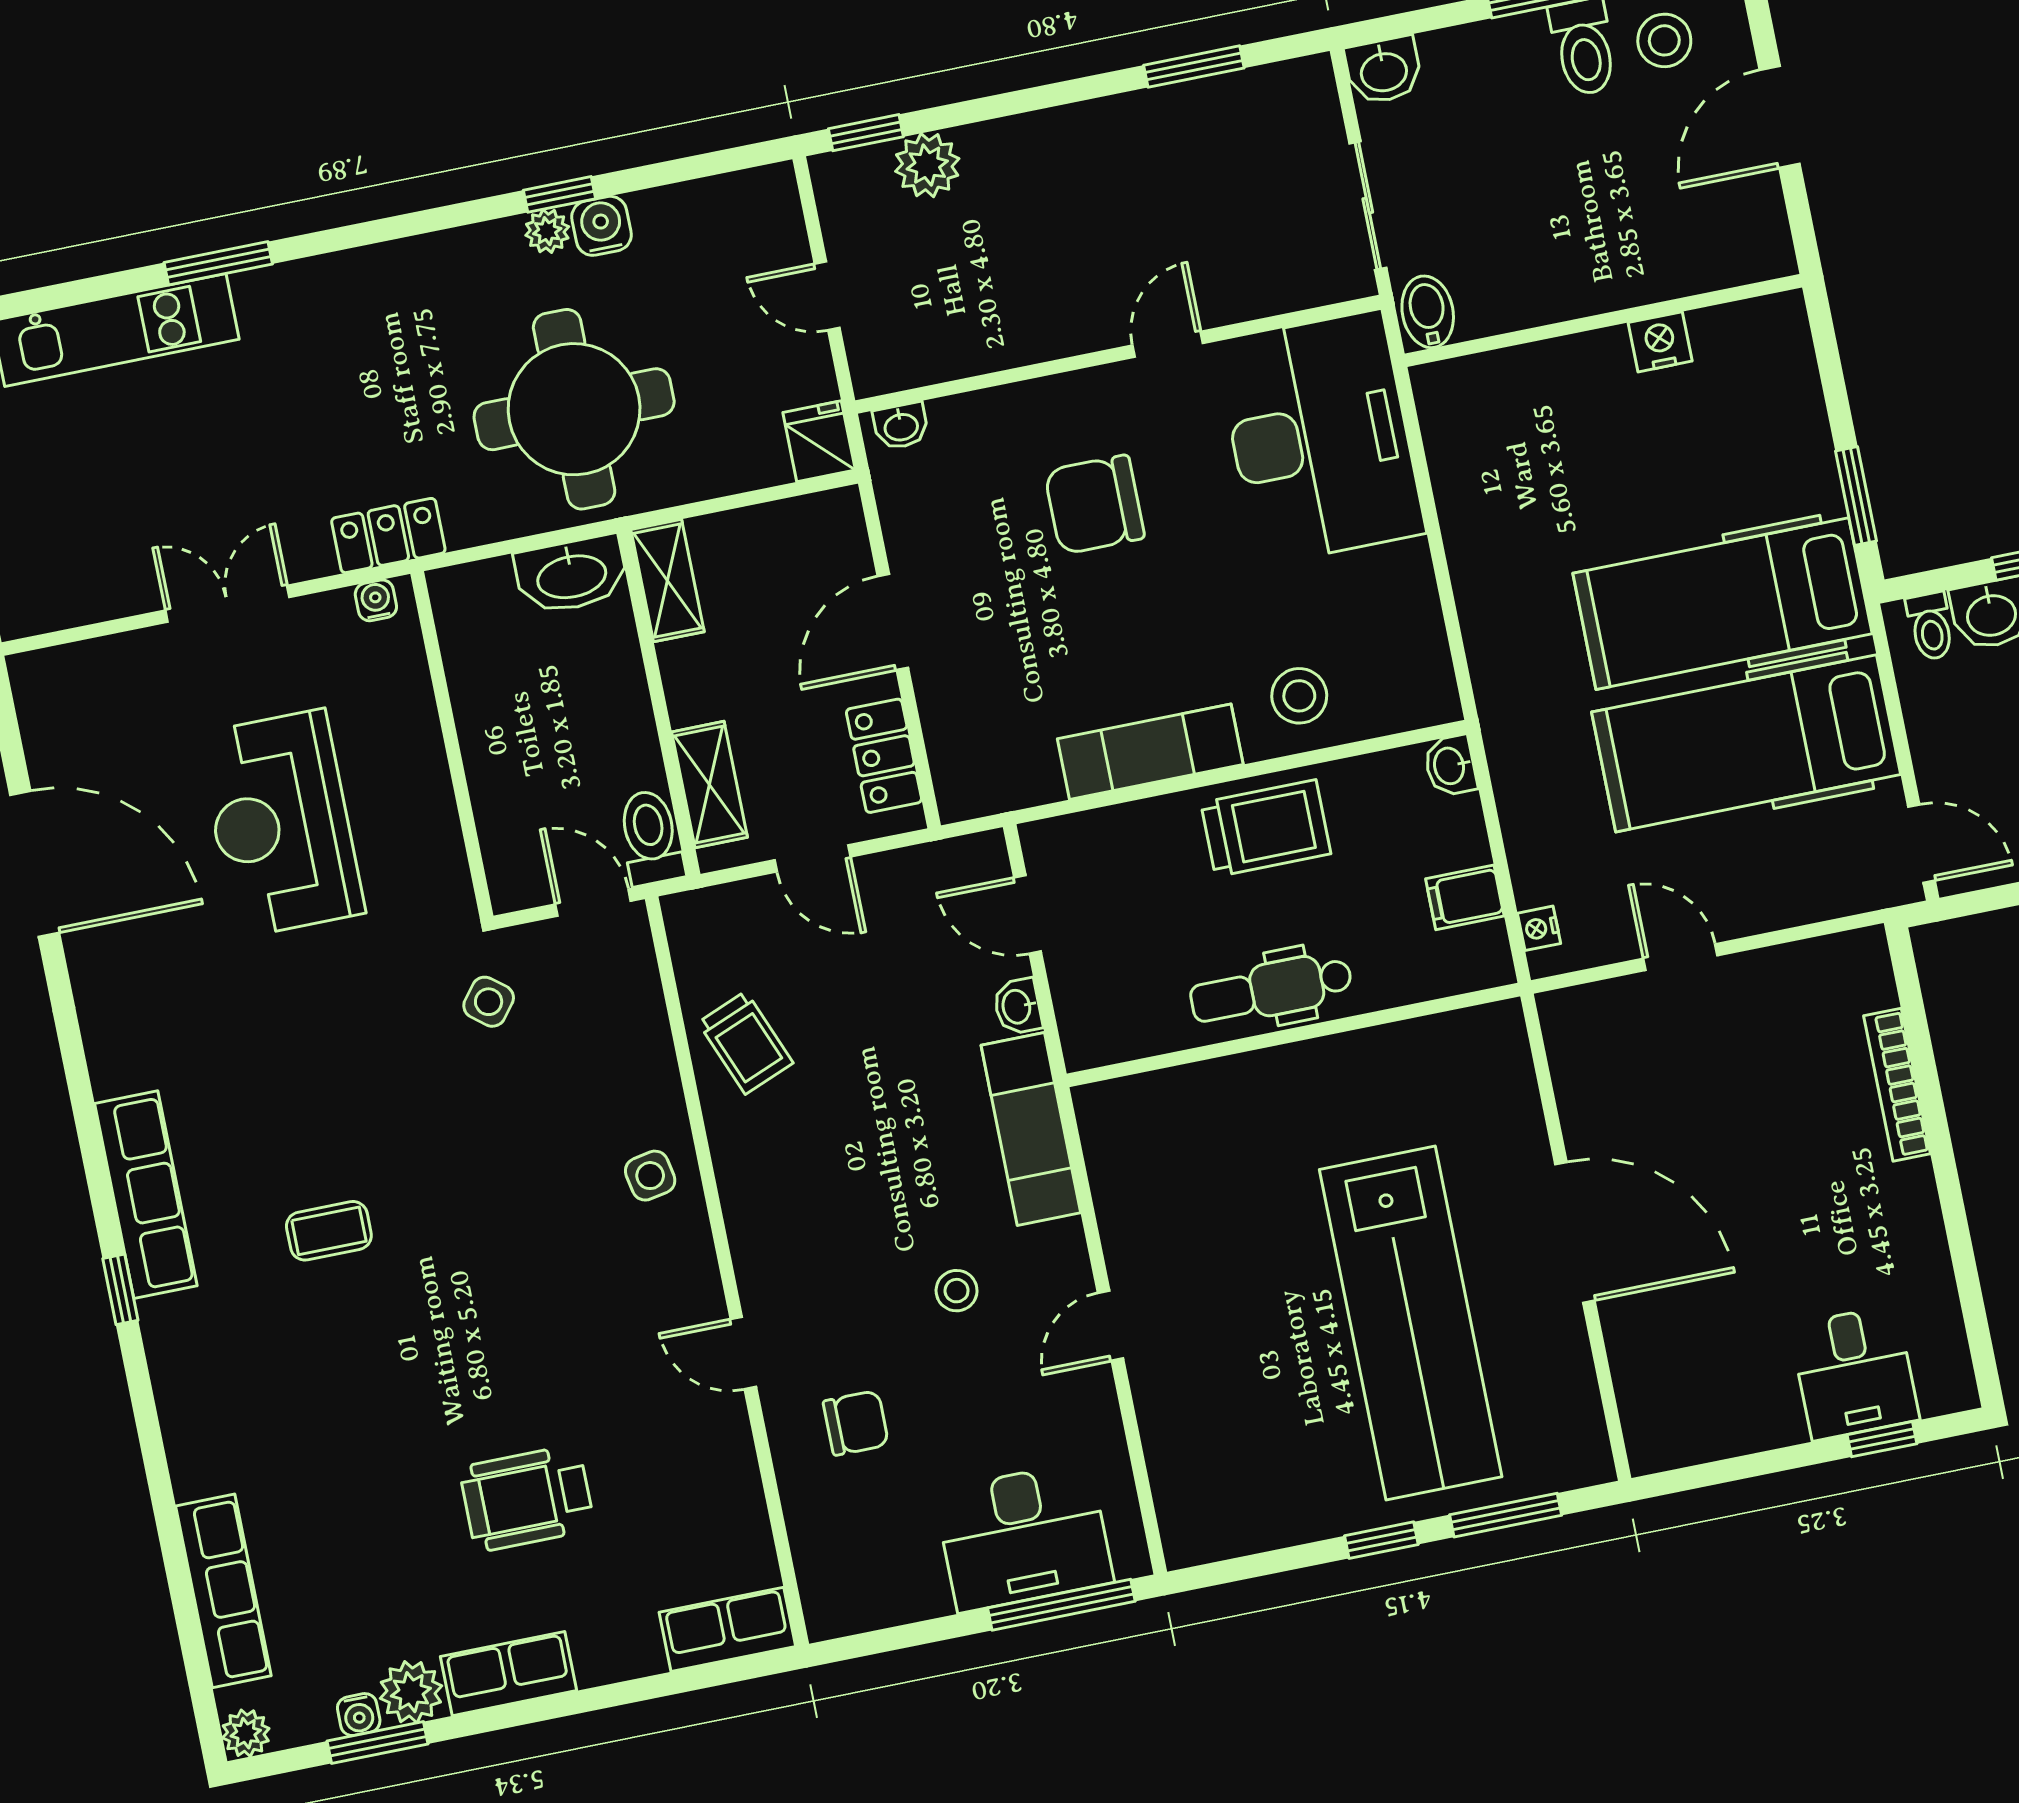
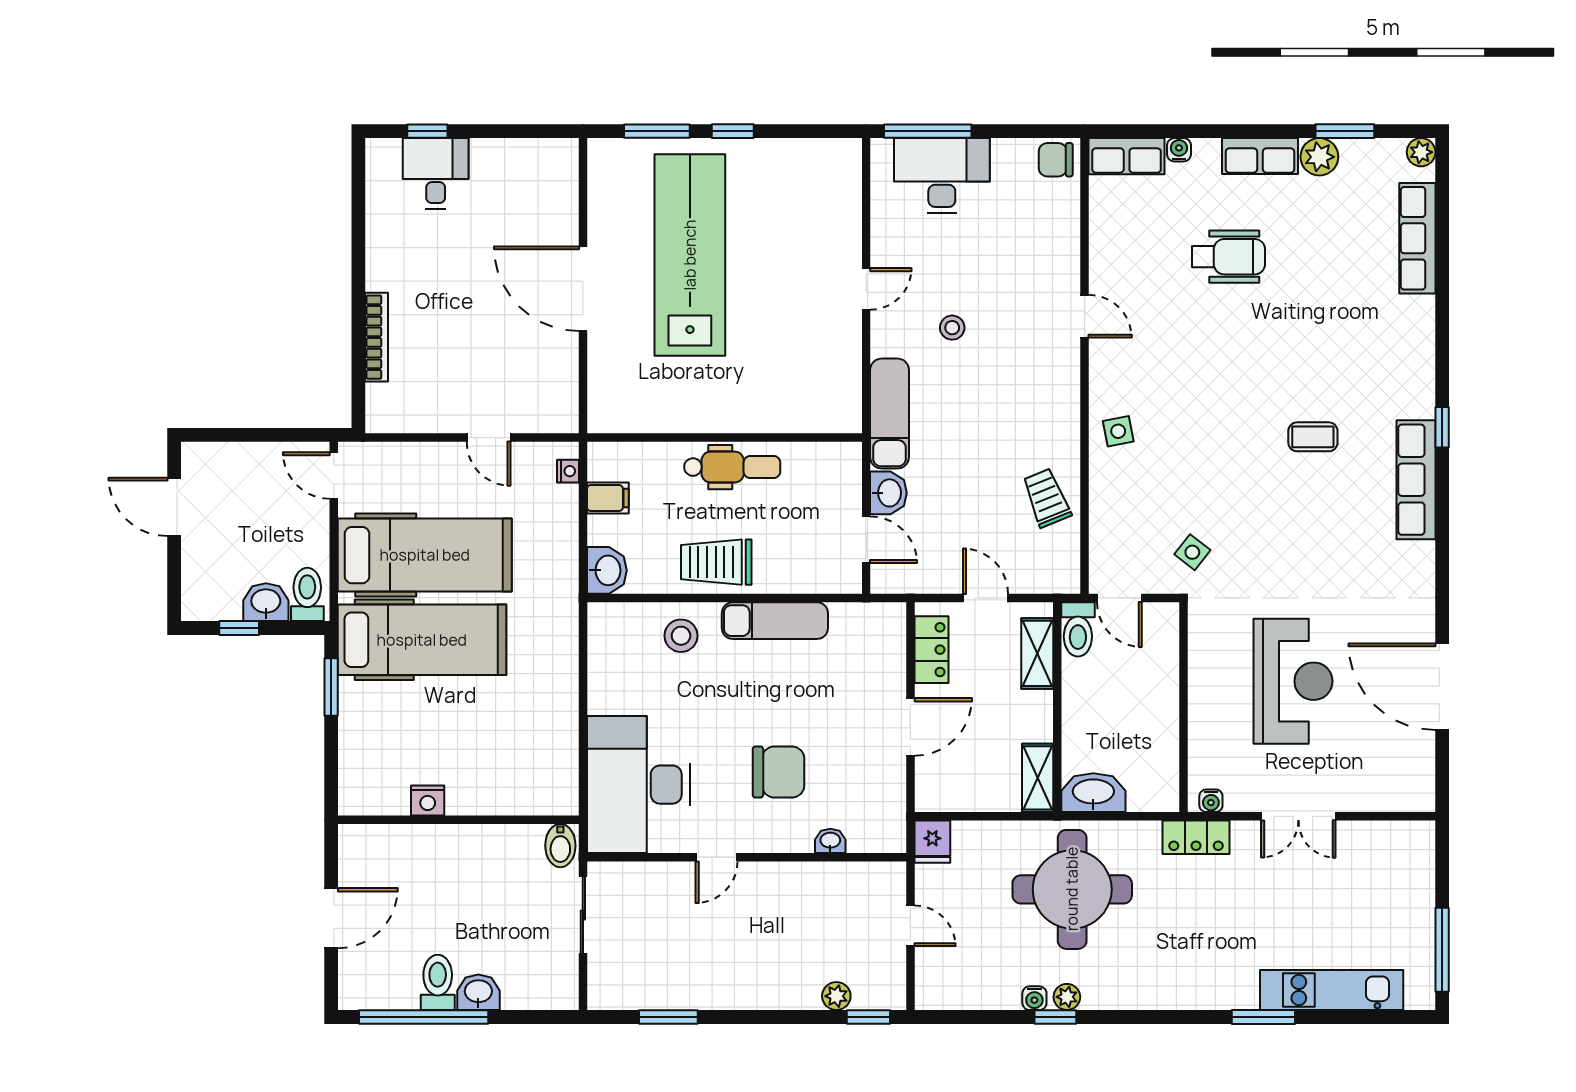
stool: (1664, 40) -> (390, 977), removed
washbasin: (1384, 70) -> (478, 992), moved
plant: (927, 165) -> (836, 996), width x0.73, depth x0.73
water cooler: (602, 226) -> (1034, 998), width x0.72, depth x0.72
washbasin: (901, 426) -> (830, 841), moved
toilet: (1930, 626) -> (307, 594), width x1.37, depth x1.39
washbasin: (1450, 766) -> (607, 570), width x1.38, depth x1.45
washbasin: (1018, 1006) -> (888, 493), width x1.38, depth x1.45
chair: (856, 1423) -> (1056, 160), moved
water cooler: (359, 1715) -> (1179, 150), moved

